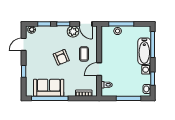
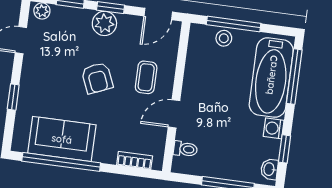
door: (86, 24) -> (158, 14), hinge flipped
plant: (73, 32) -> (104, 23), moved
bathtub: (144, 51) -> (271, 78), width x1.36, depth x1.36

